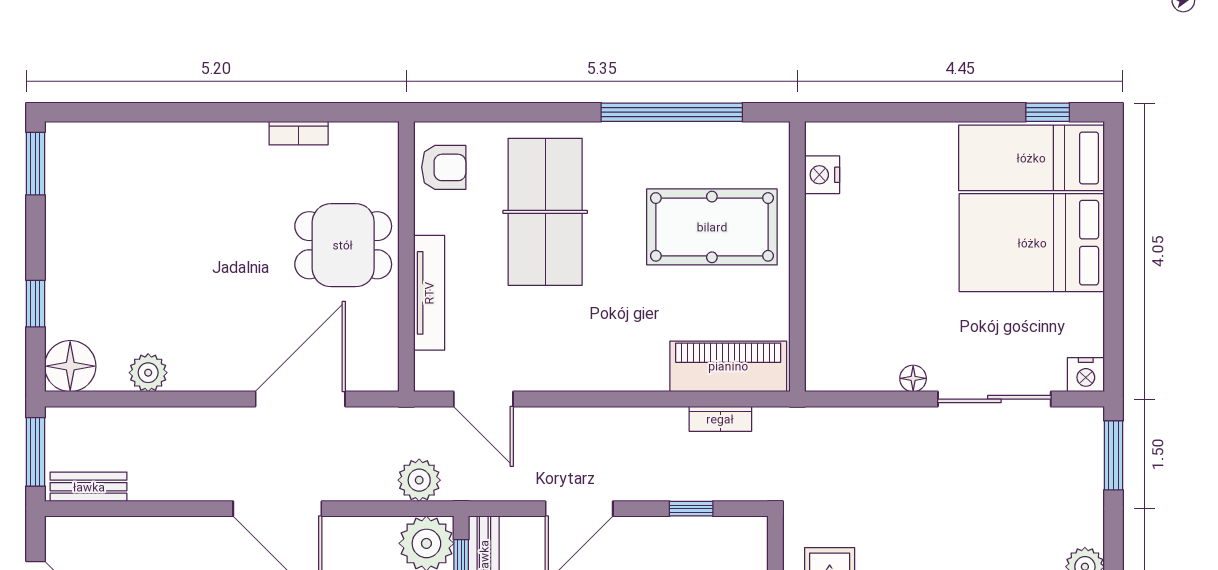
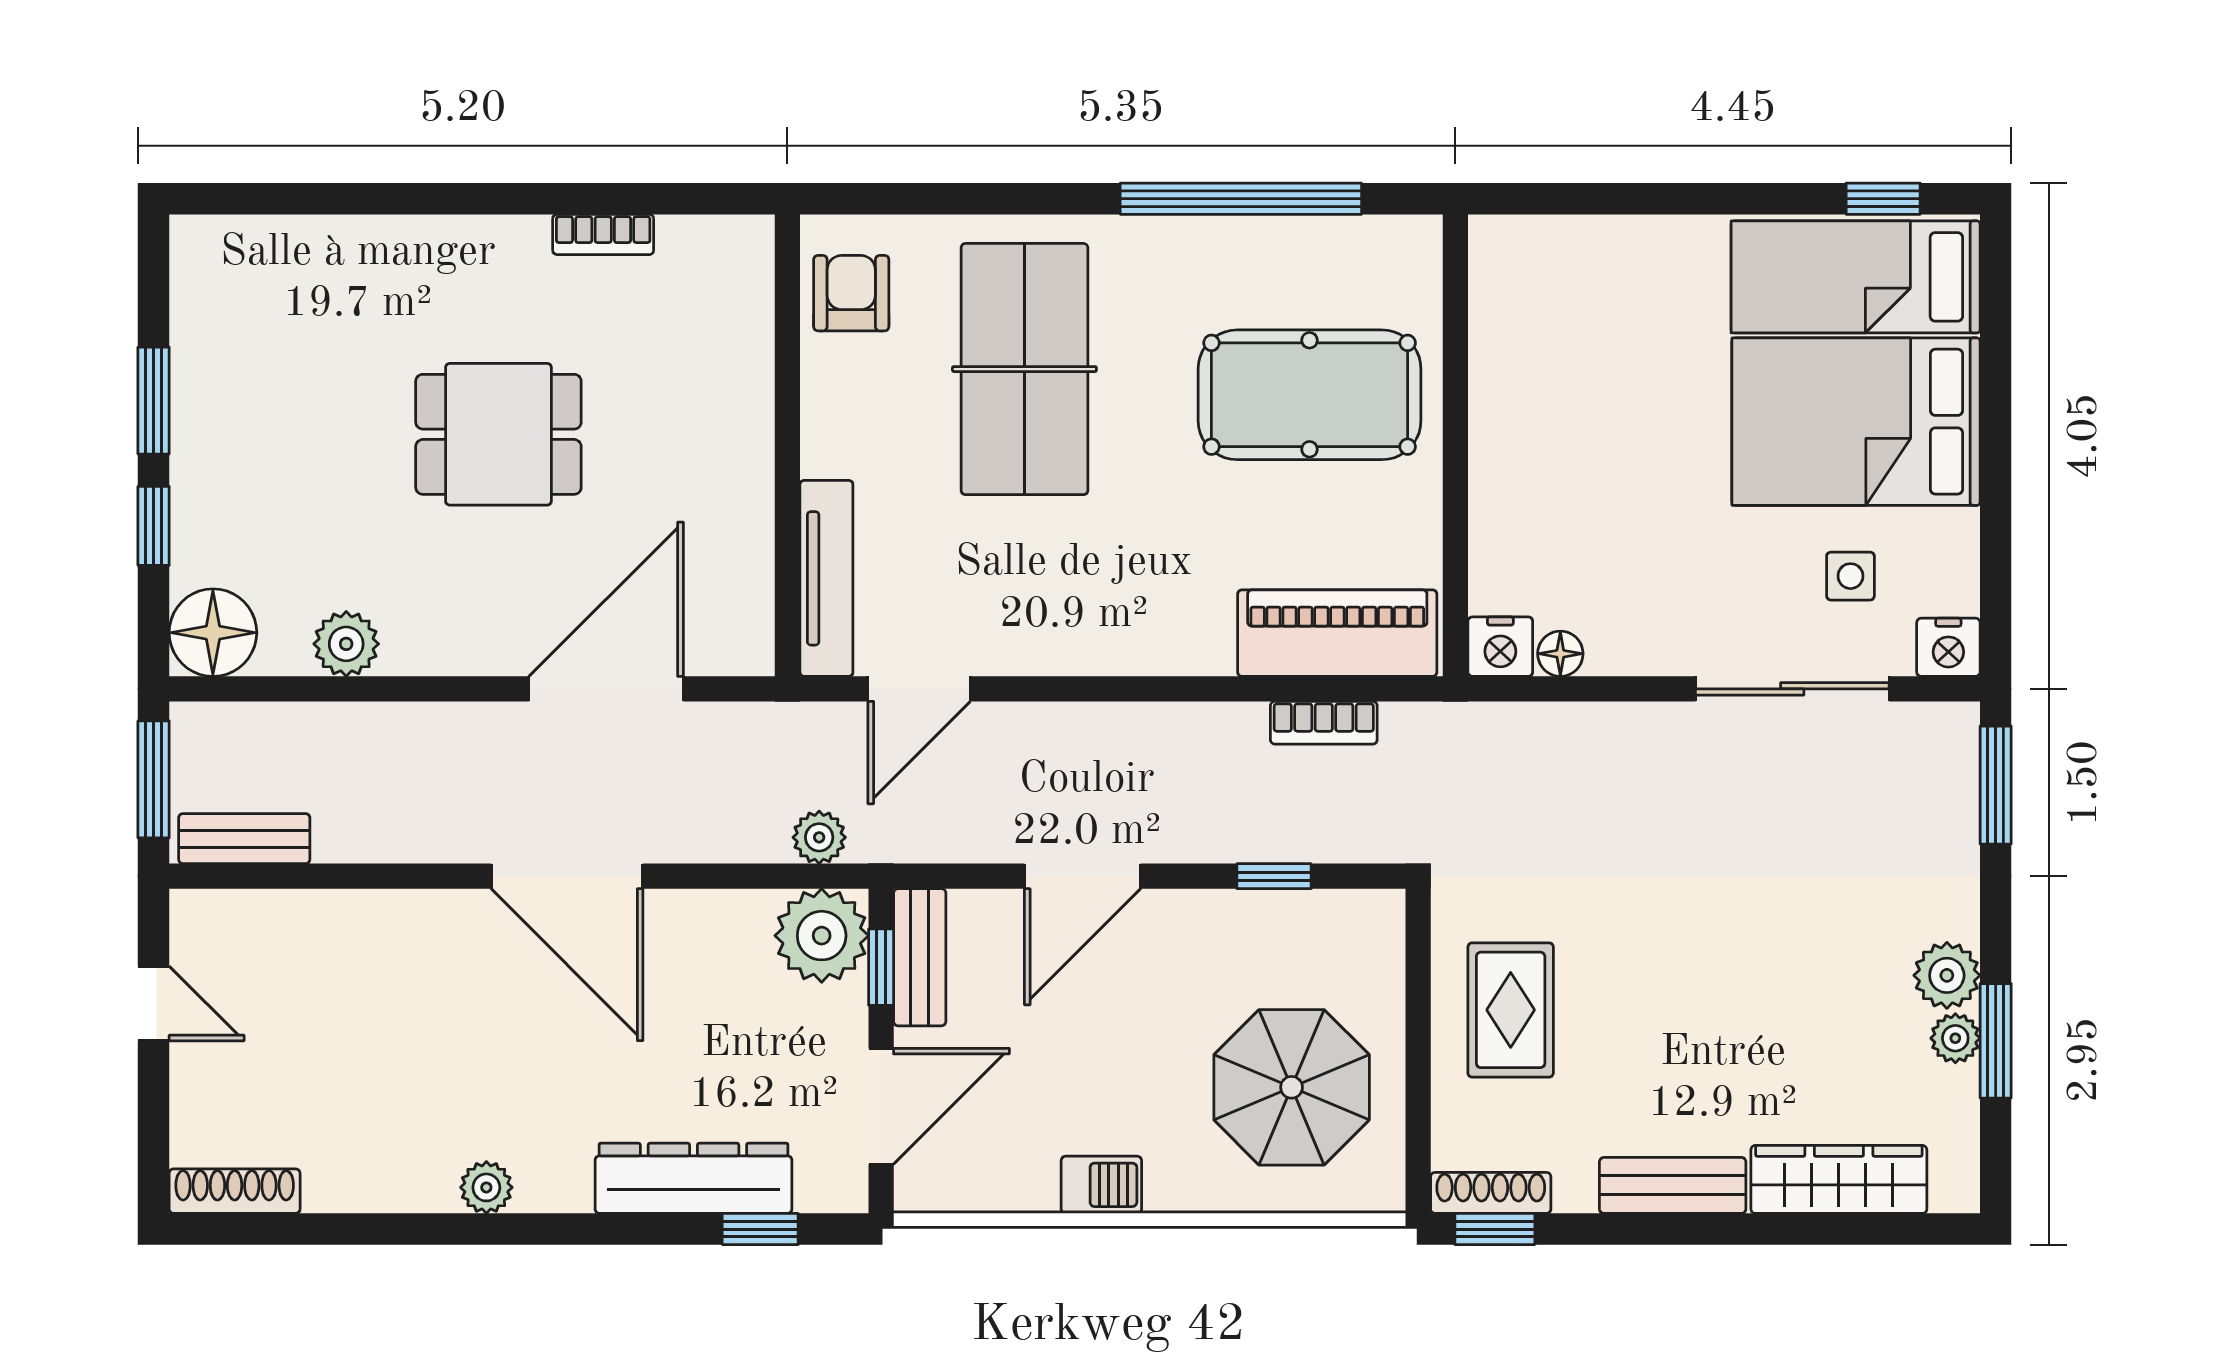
window: (35, 164) -> (154, 401), moved
armchair: (444, 167) -> (851, 293), turned -90
nightstand: (822, 175) -> (1500, 647), moved, turned -90
dining table: (343, 245) -> (498, 434), moved
tv unit: (429, 293) -> (826, 578), moved
side table: (1029, 333) -> (1850, 576), added
floor lamp: (913, 378) -> (1560, 654), moved
door: (483, 399) -> (919, 689), hinge flipped
plant: (419, 480) -> (819, 837), width x0.73, depth x0.73

